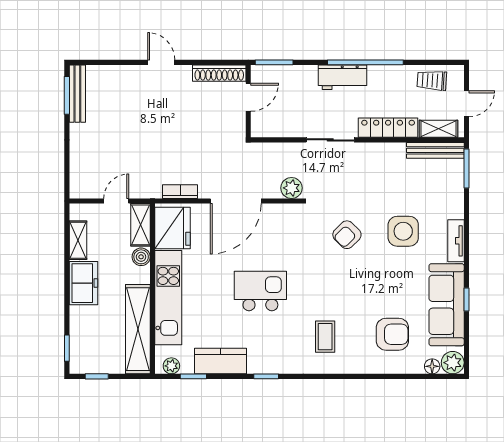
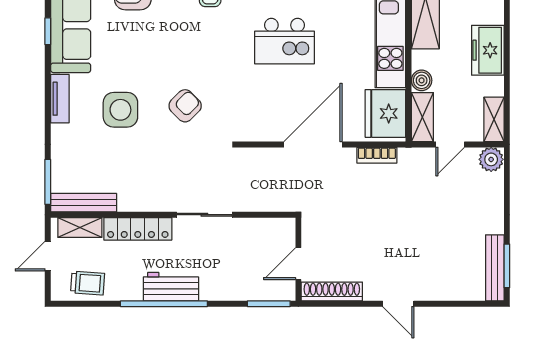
workbench: (342, 77) -> (171, 287), moved
plant: (291, 188) -> (491, 159), moved
shelving: (78, 240) -> (494, 119), moved

